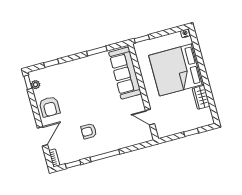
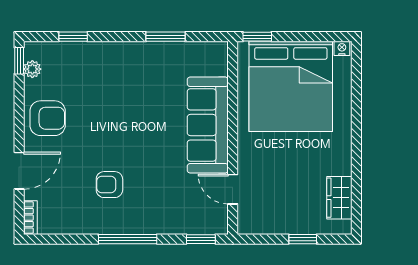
bed: (176, 70) -> (291, 86), moved, turned -90
sofa: (125, 73) -> (208, 125), moved
wardrobe: (201, 97) -> (339, 198), moved
armchair: (50, 107) -> (48, 118), turned -90
window: (73, 164) -> (201, 239), moved

